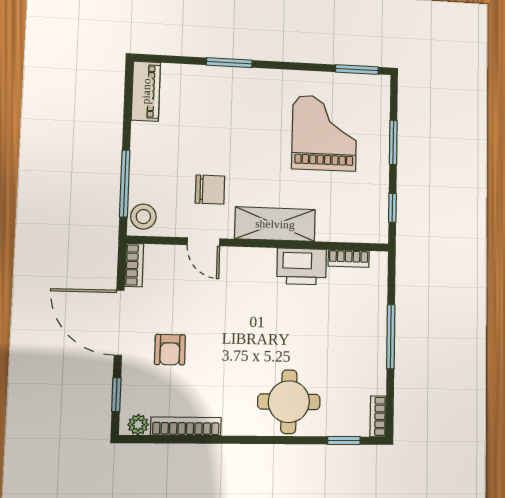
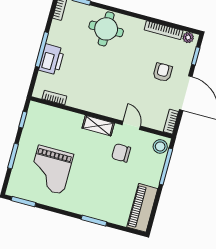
piano: (146, 91) -> (142, 208), width x1.37, depth x1.33
shelving: (275, 224) -> (98, 126), width x0.67, depth x0.75
printer: (302, 266) -> (52, 59), moved, turned 90

